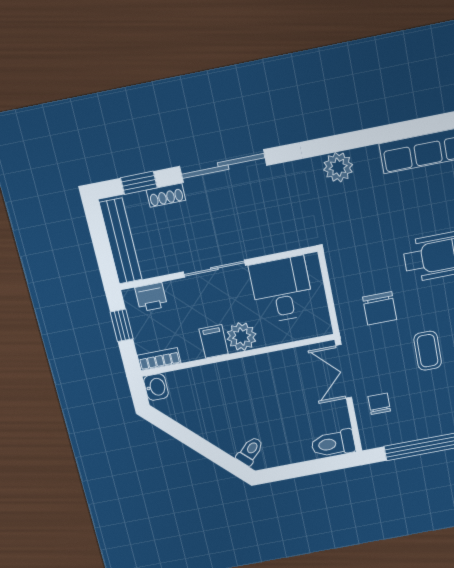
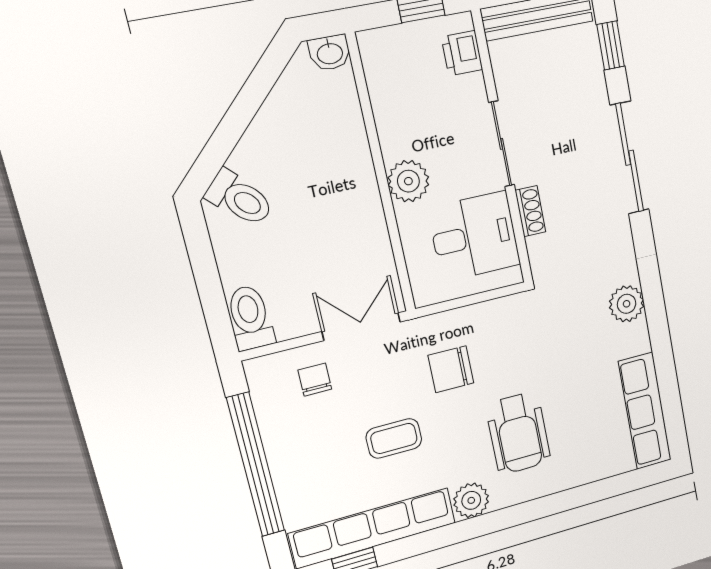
shoe rack: (166, 195) -> (530, 211), moved, turned 180
filing cabinet: (214, 341) -> (401, 141), removed
bookcase: (159, 359) -> (373, 60), removed
chair: (379, 404) -> (315, 380), turned -90
toilet: (250, 451) -> (240, 198), width x1.37, depth x1.39

